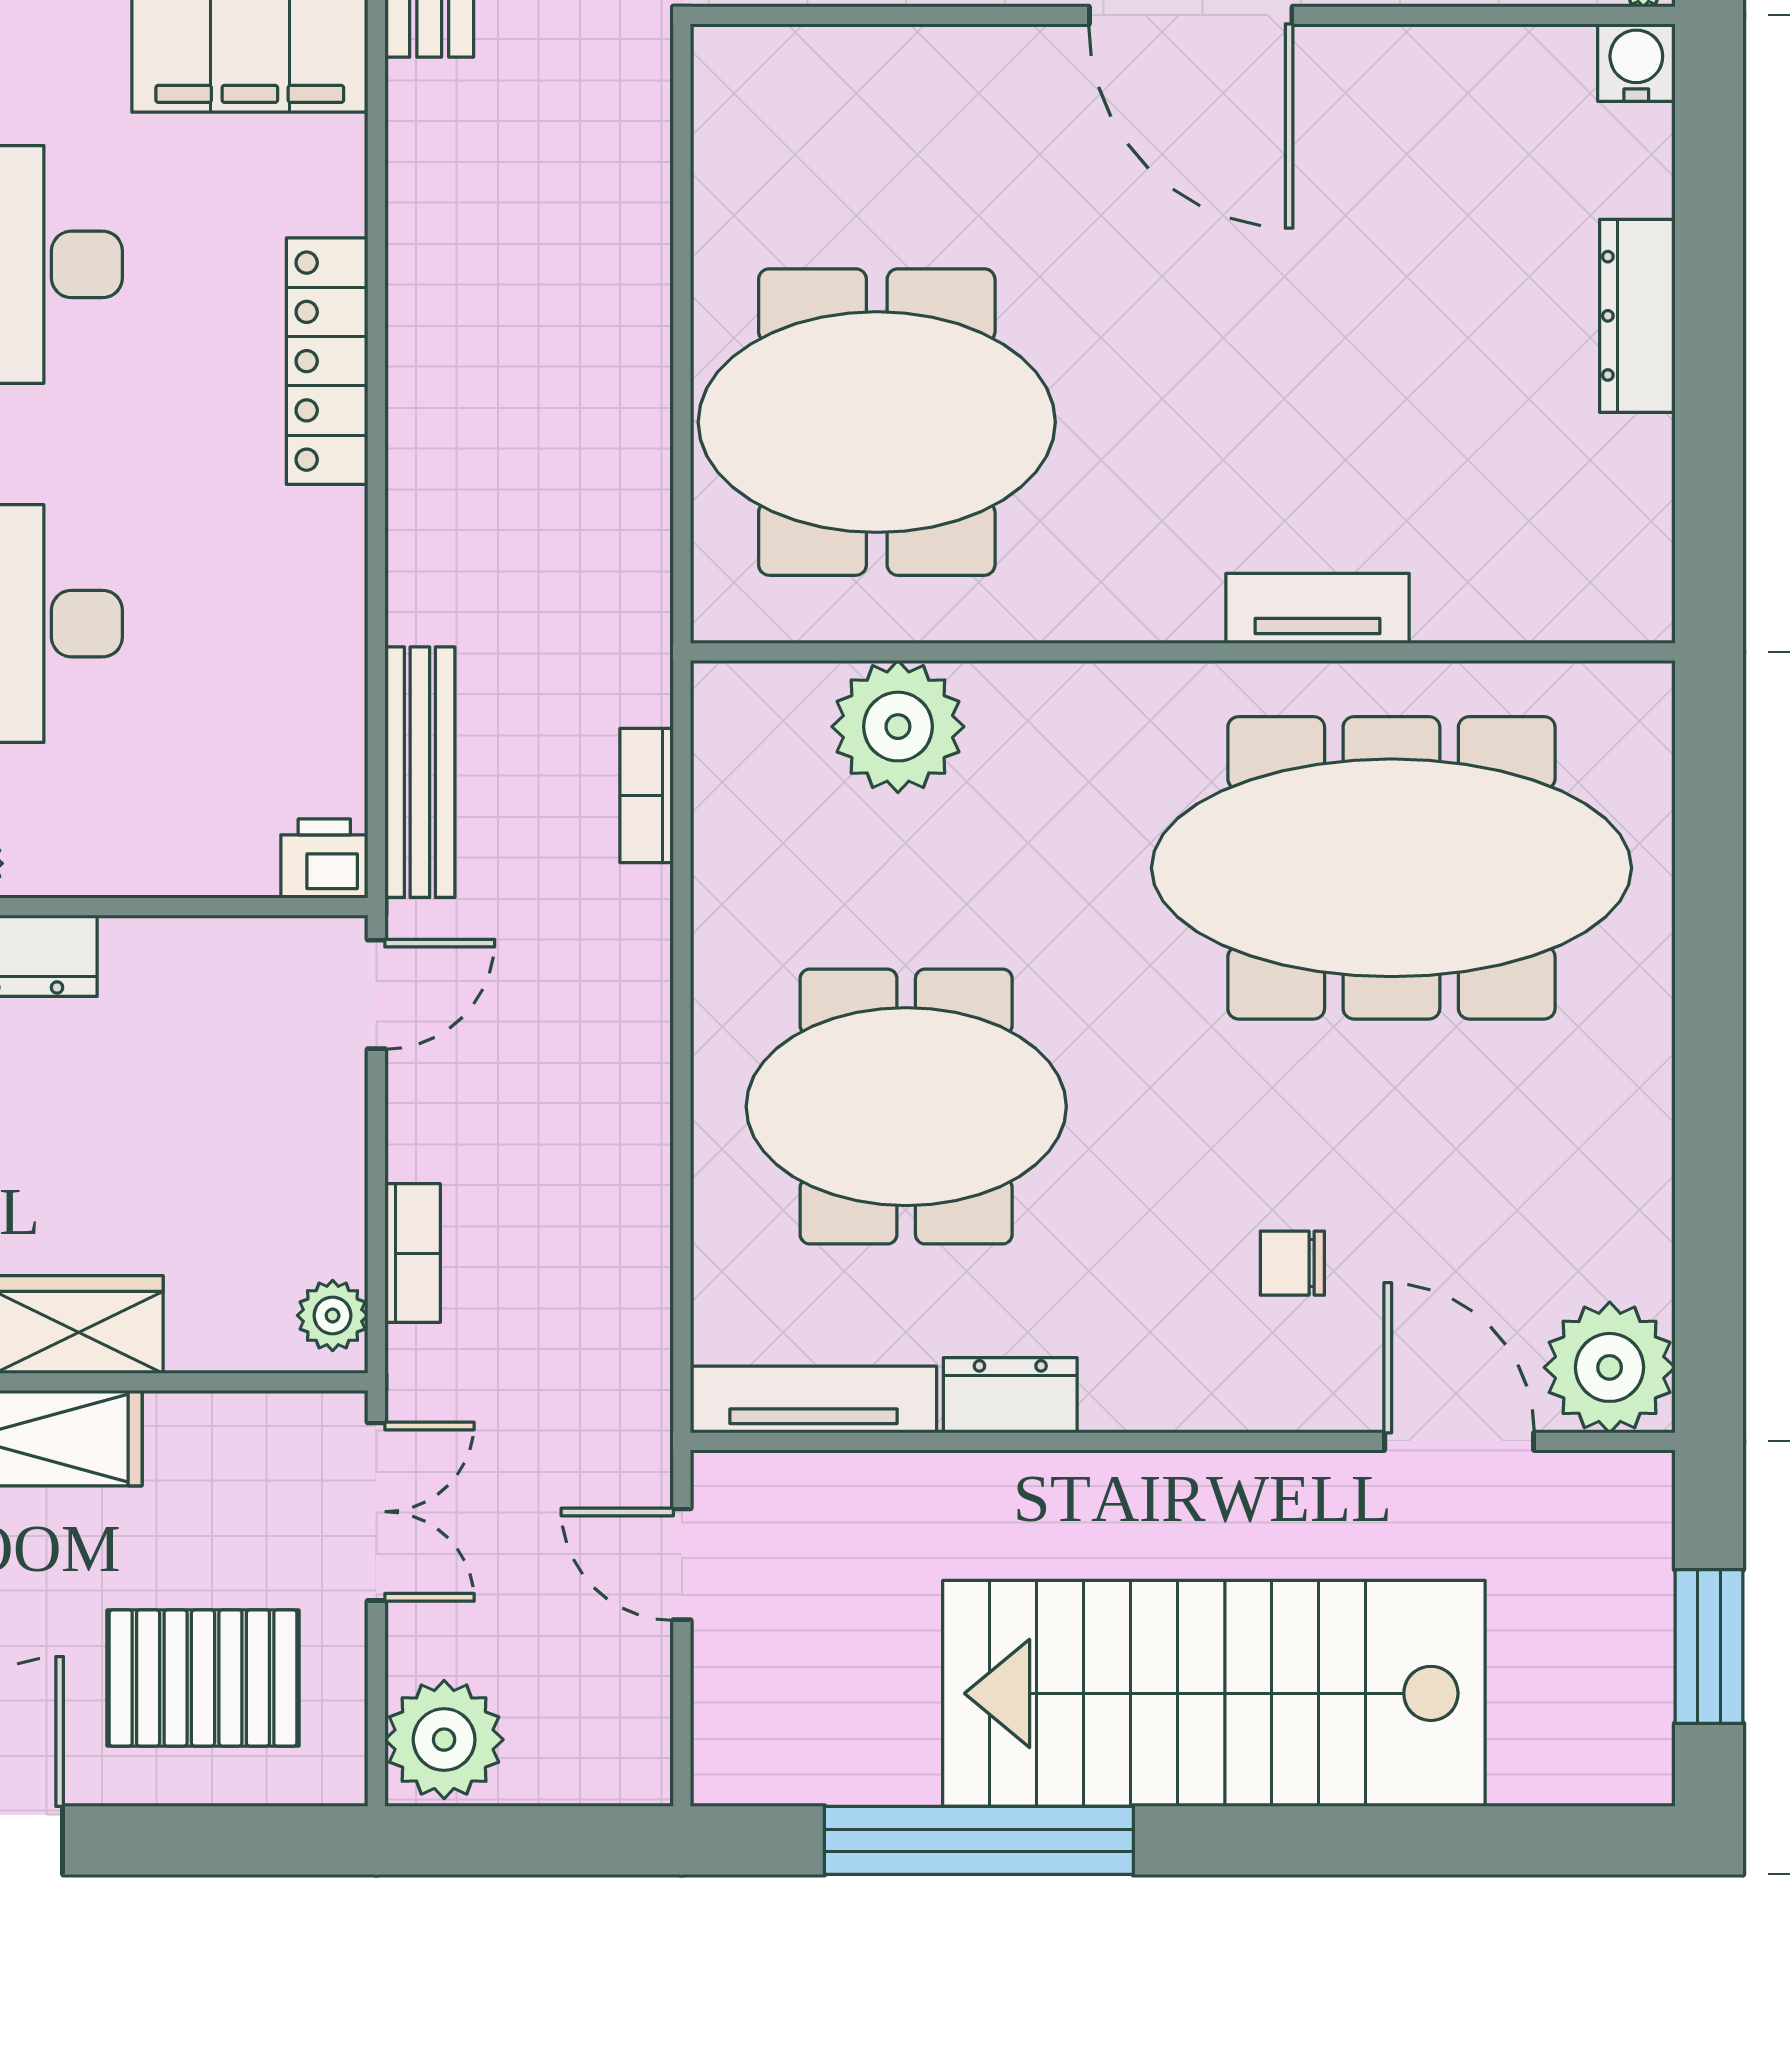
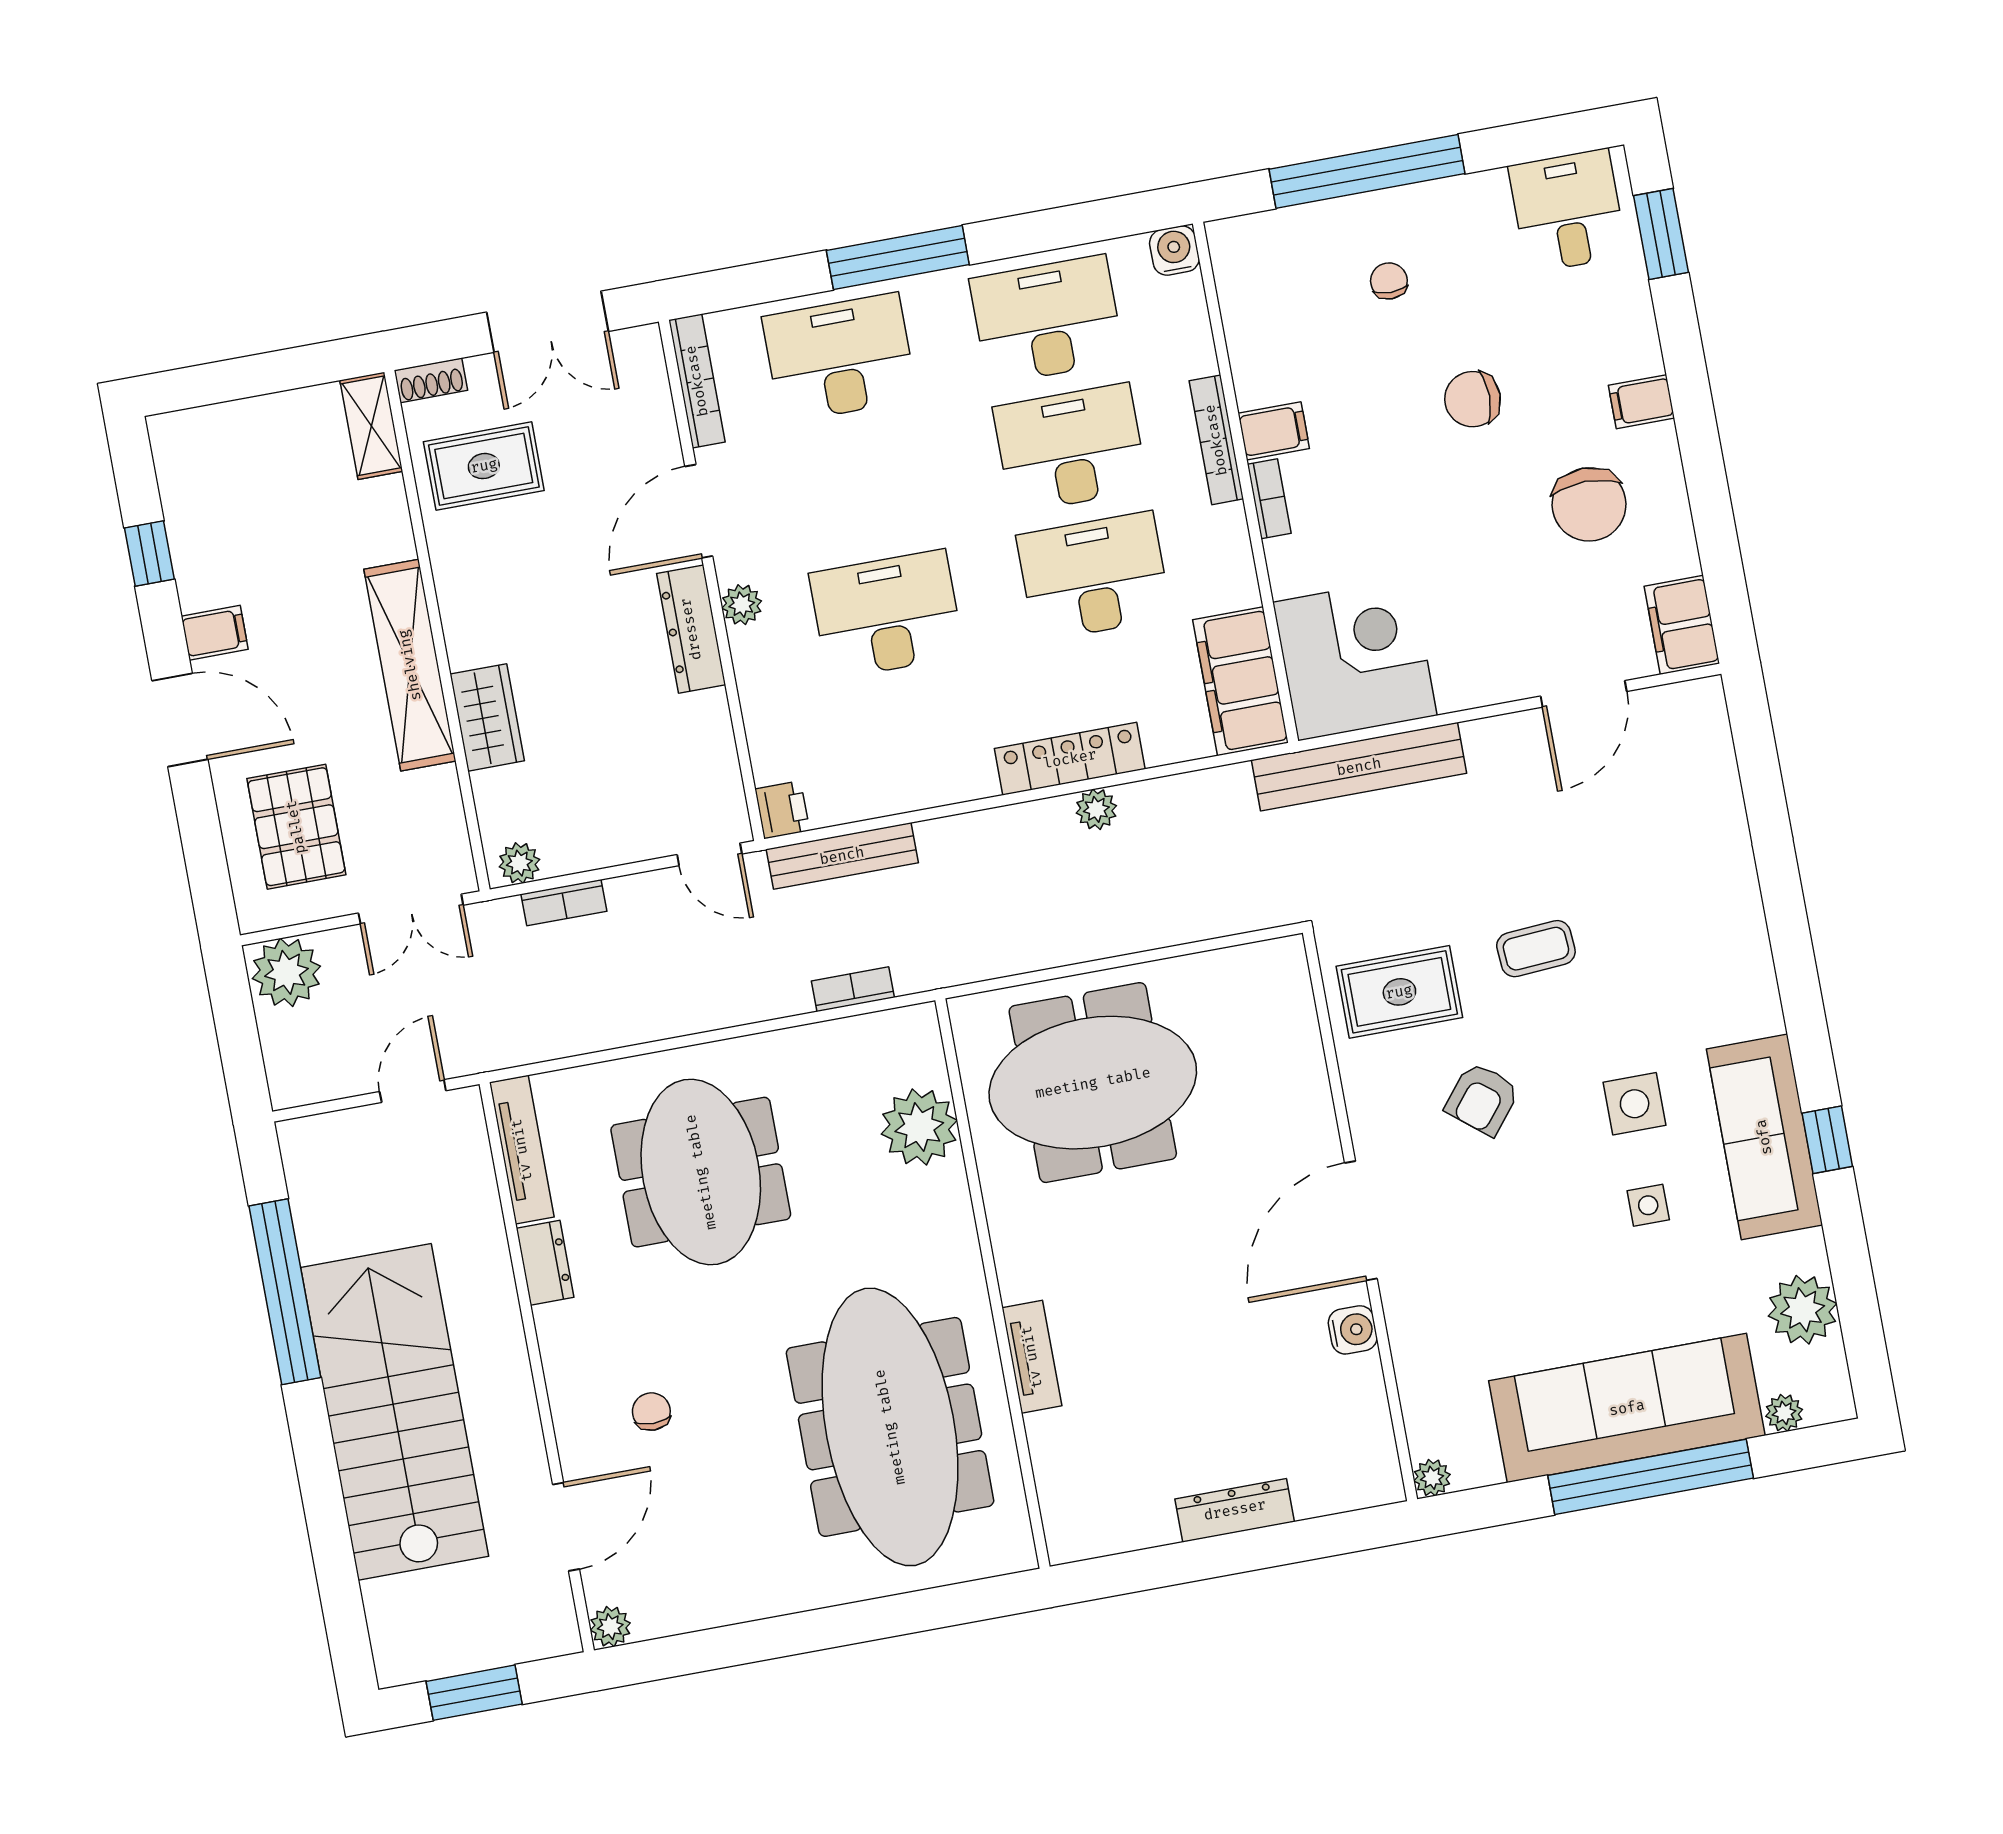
water cooler: (1636, 63) -> (1353, 1330), moved
plant: (420, 332) -> (1096, 809), added
meeting table: (877, 422) -> (1093, 1083), turned 90
plant: (1610, 1367) -> (610, 1627), width x0.53, depth x0.53

